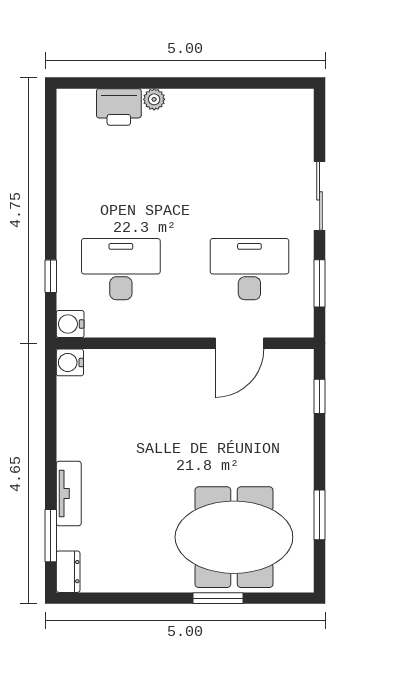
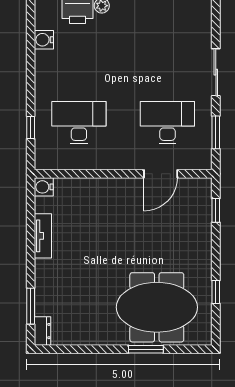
water cooler: (70, 324) -> (44, 40), moved
tv unit: (69, 494) -> (43, 236), moved
window: (320, 515) -> (216, 292), width x0.67

